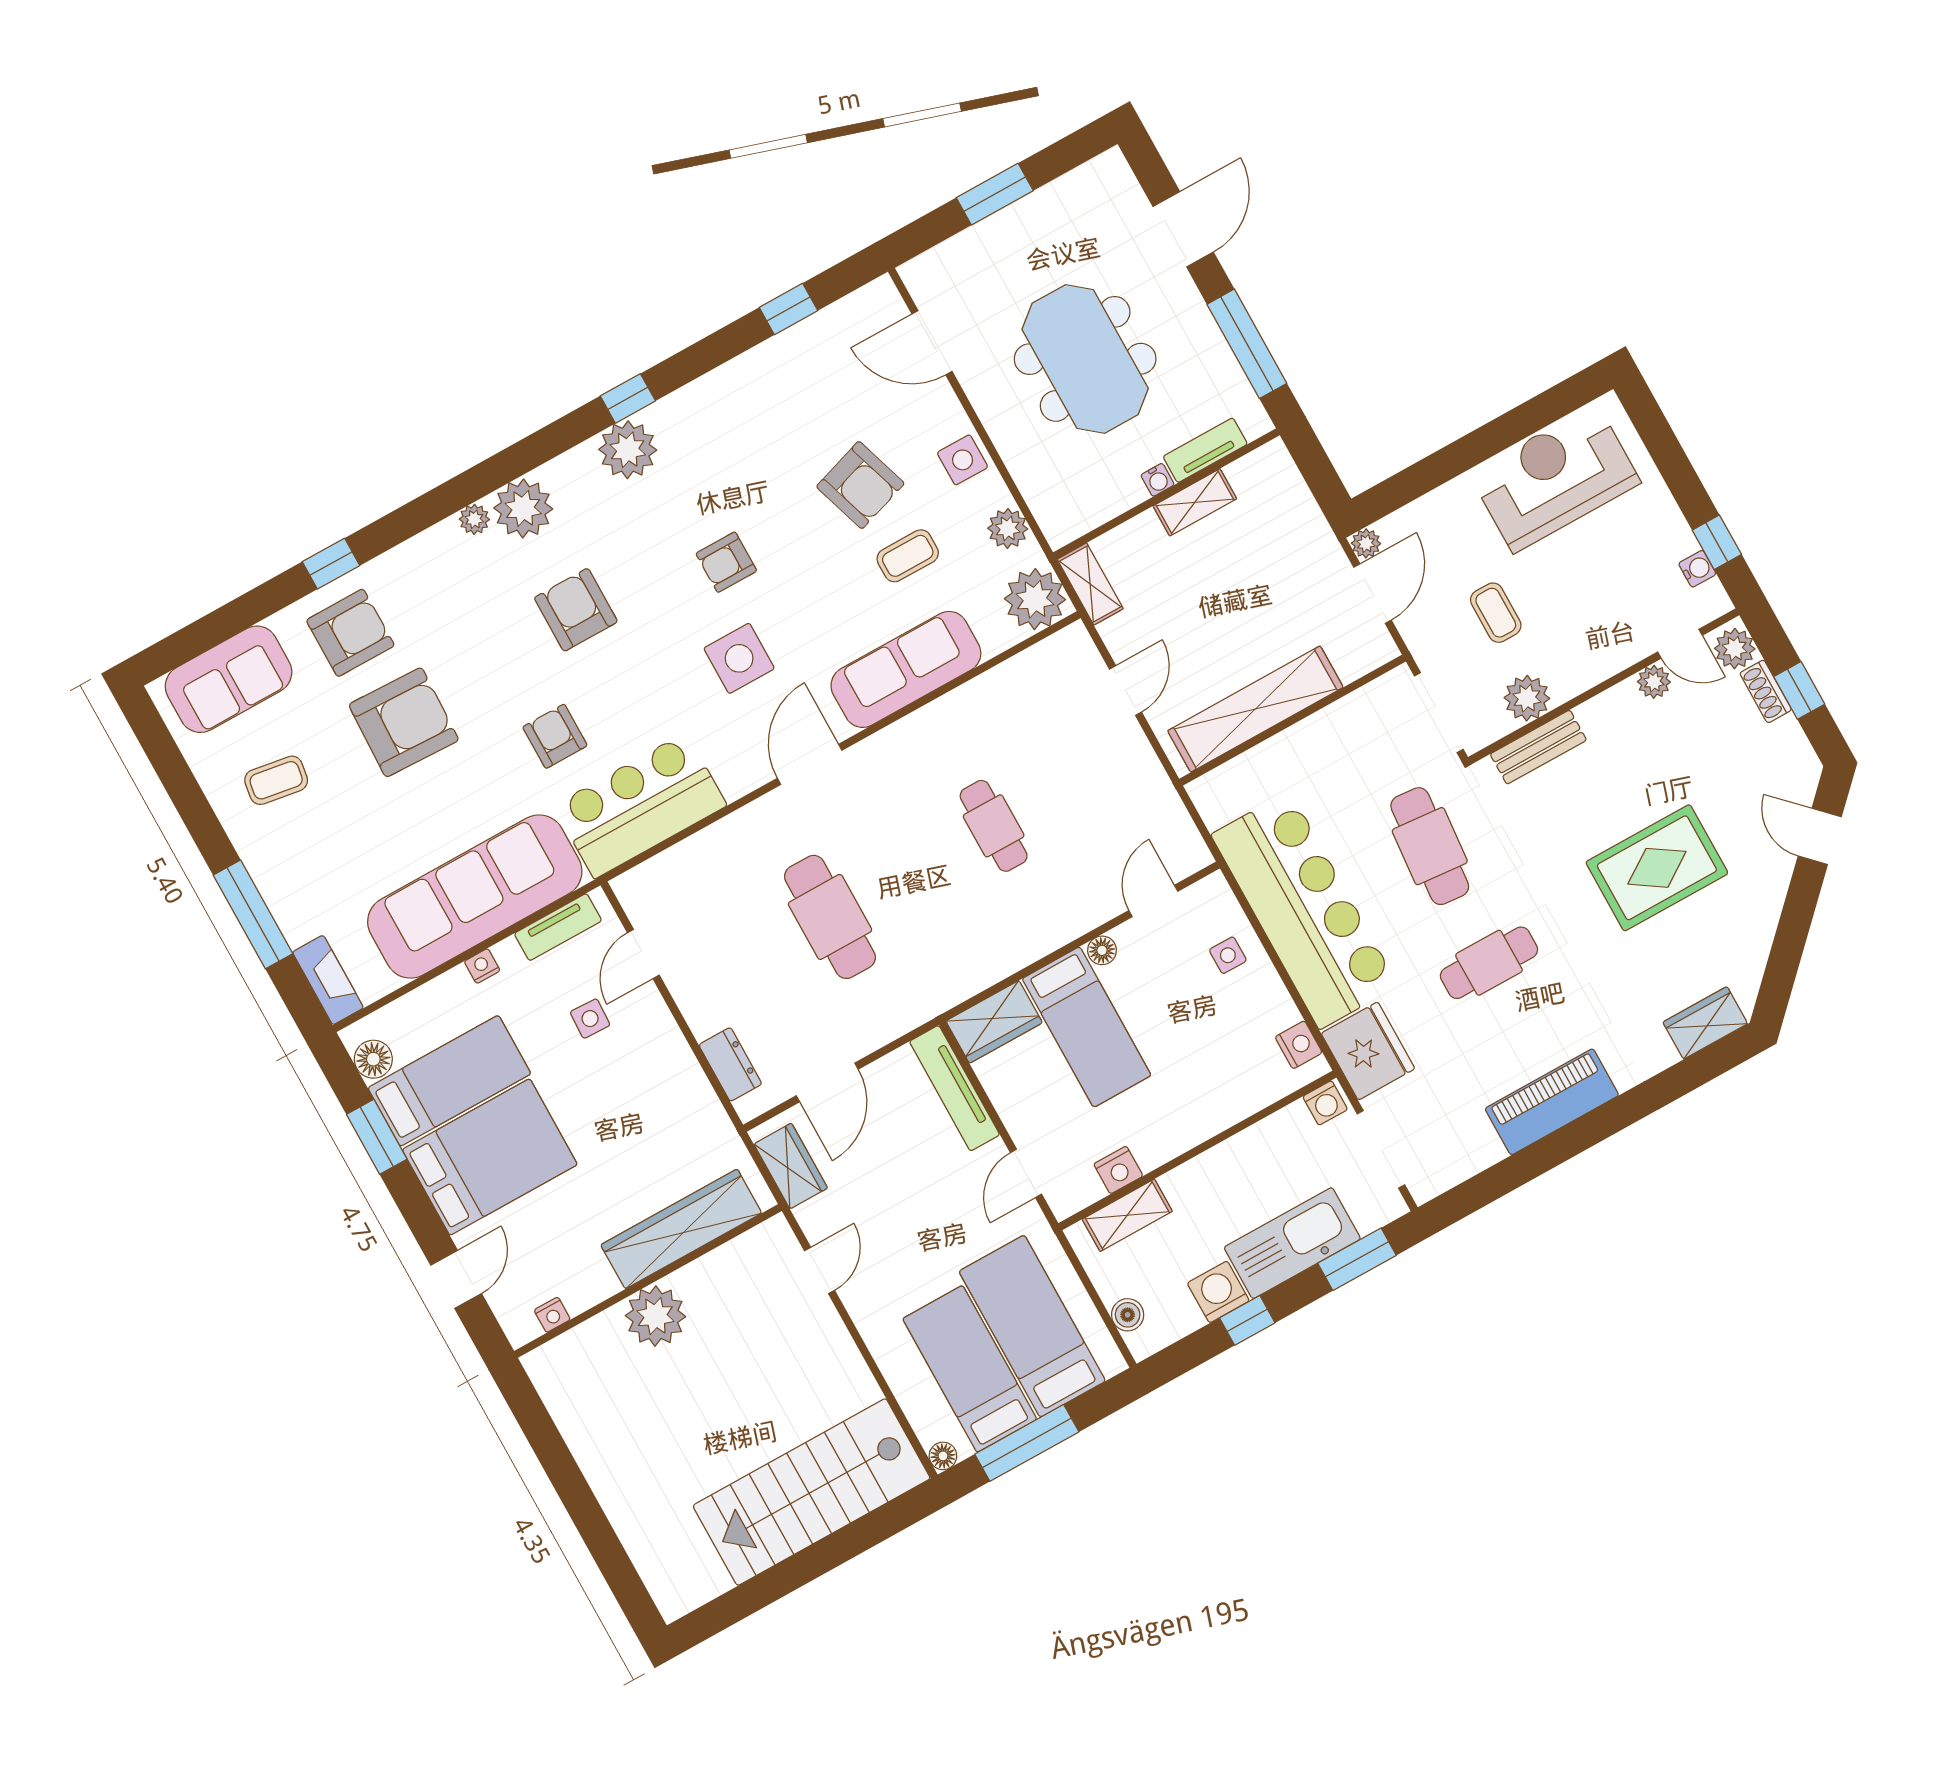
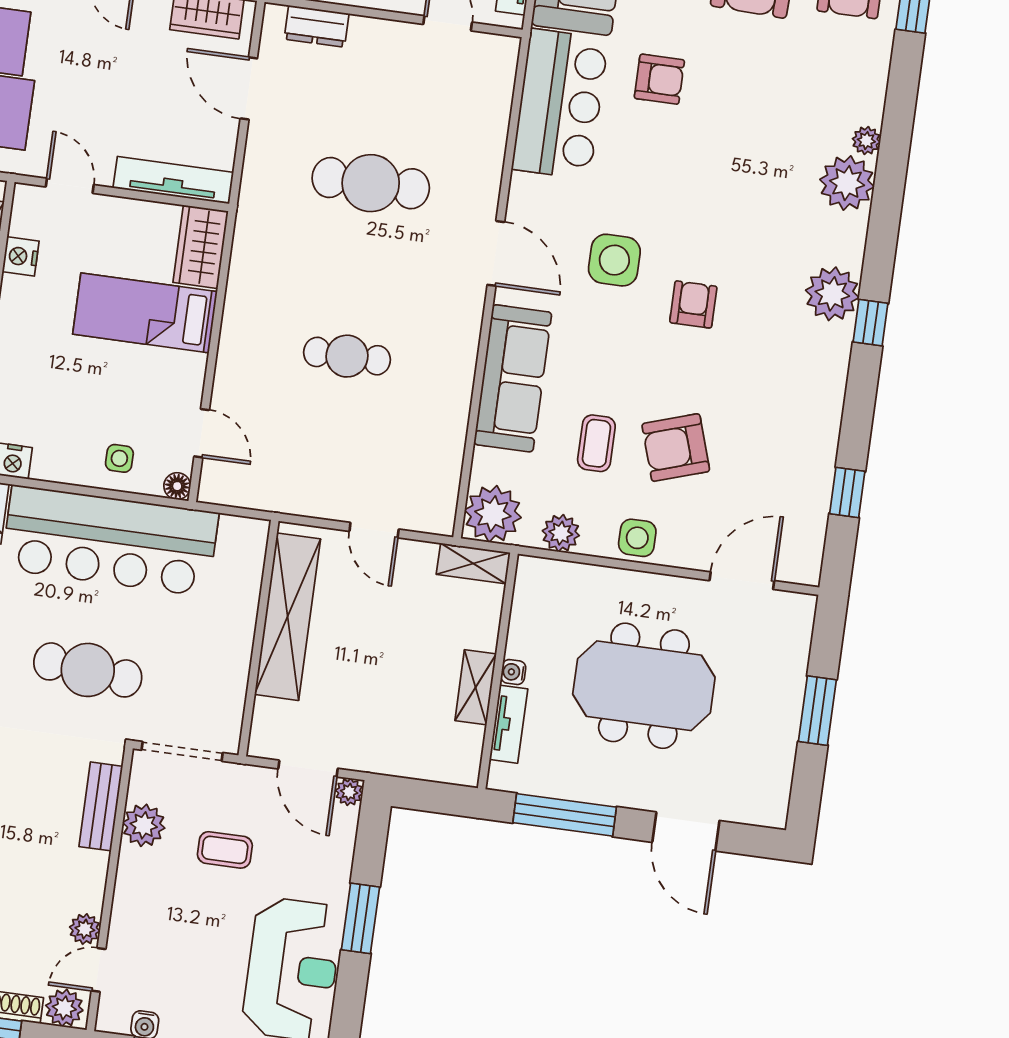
window: (1467, 452) -> (360, 918), added
armchair: (576, 610) -> (742, 166), removed
floor lamp: (1102, 950) -> (177, 486), moved

